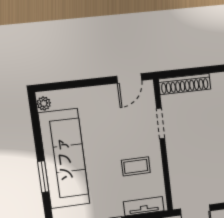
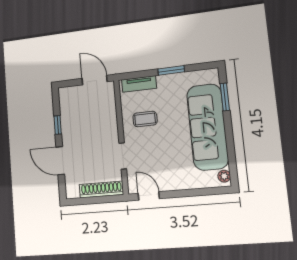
door: (129, 78) -> (149, 196), hinge flipped
window: (43, 177) -> (225, 97), moved

